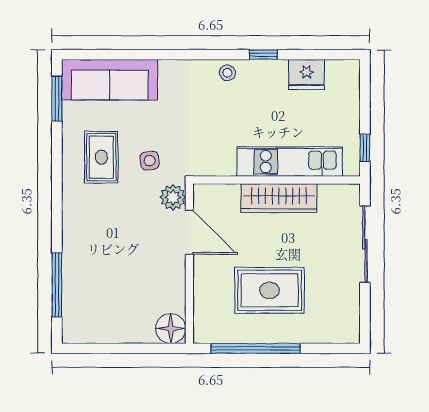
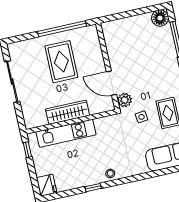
fridge: (307, 75) -> (47, 185), moved, turned 90
sliding door: (365, 244) -> (12, 82), moved
rug: (270, 290) -> (61, 62), turned 90
floor lamp: (171, 329) -> (160, 18), moved

